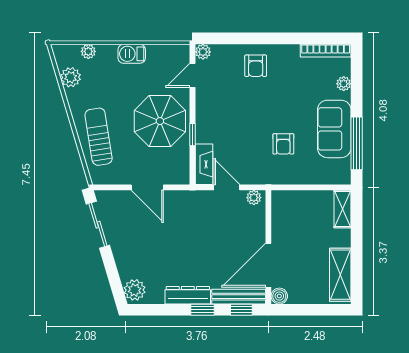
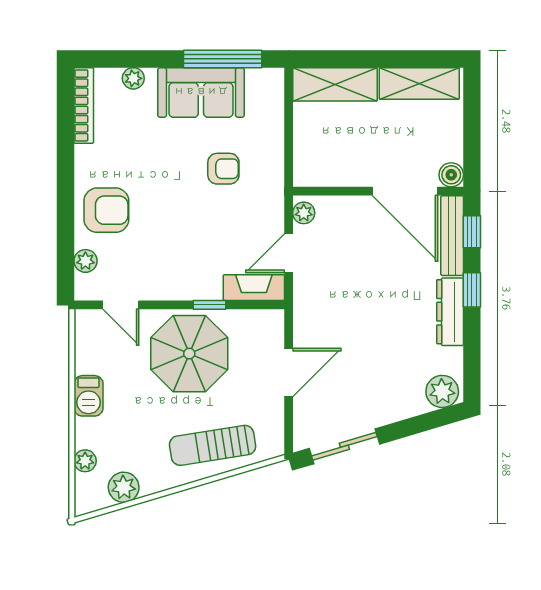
plant: (203, 52) -> (85, 261), moved
armchair: (256, 66) -> (106, 210), width x1.38, depth x1.38
shelving: (342, 209) -> (335, 84), width x1.50, depth x1.33

